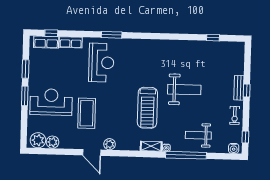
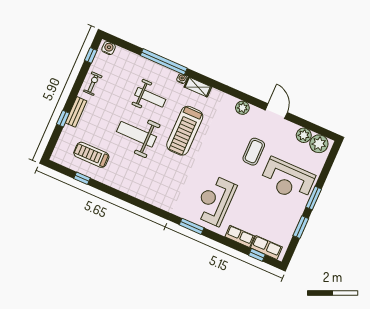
treadmill: (213, 59) -> (91, 155), added
window: (247, 90) -> (63, 119), moved
treadmill: (147, 108) -> (185, 131), turned 180
coffee table: (87, 113) -> (254, 152), width x0.73, depth x0.76
weight bench: (198, 135) -> (150, 97), moved
door: (92, 153) -> (276, 111), moved

